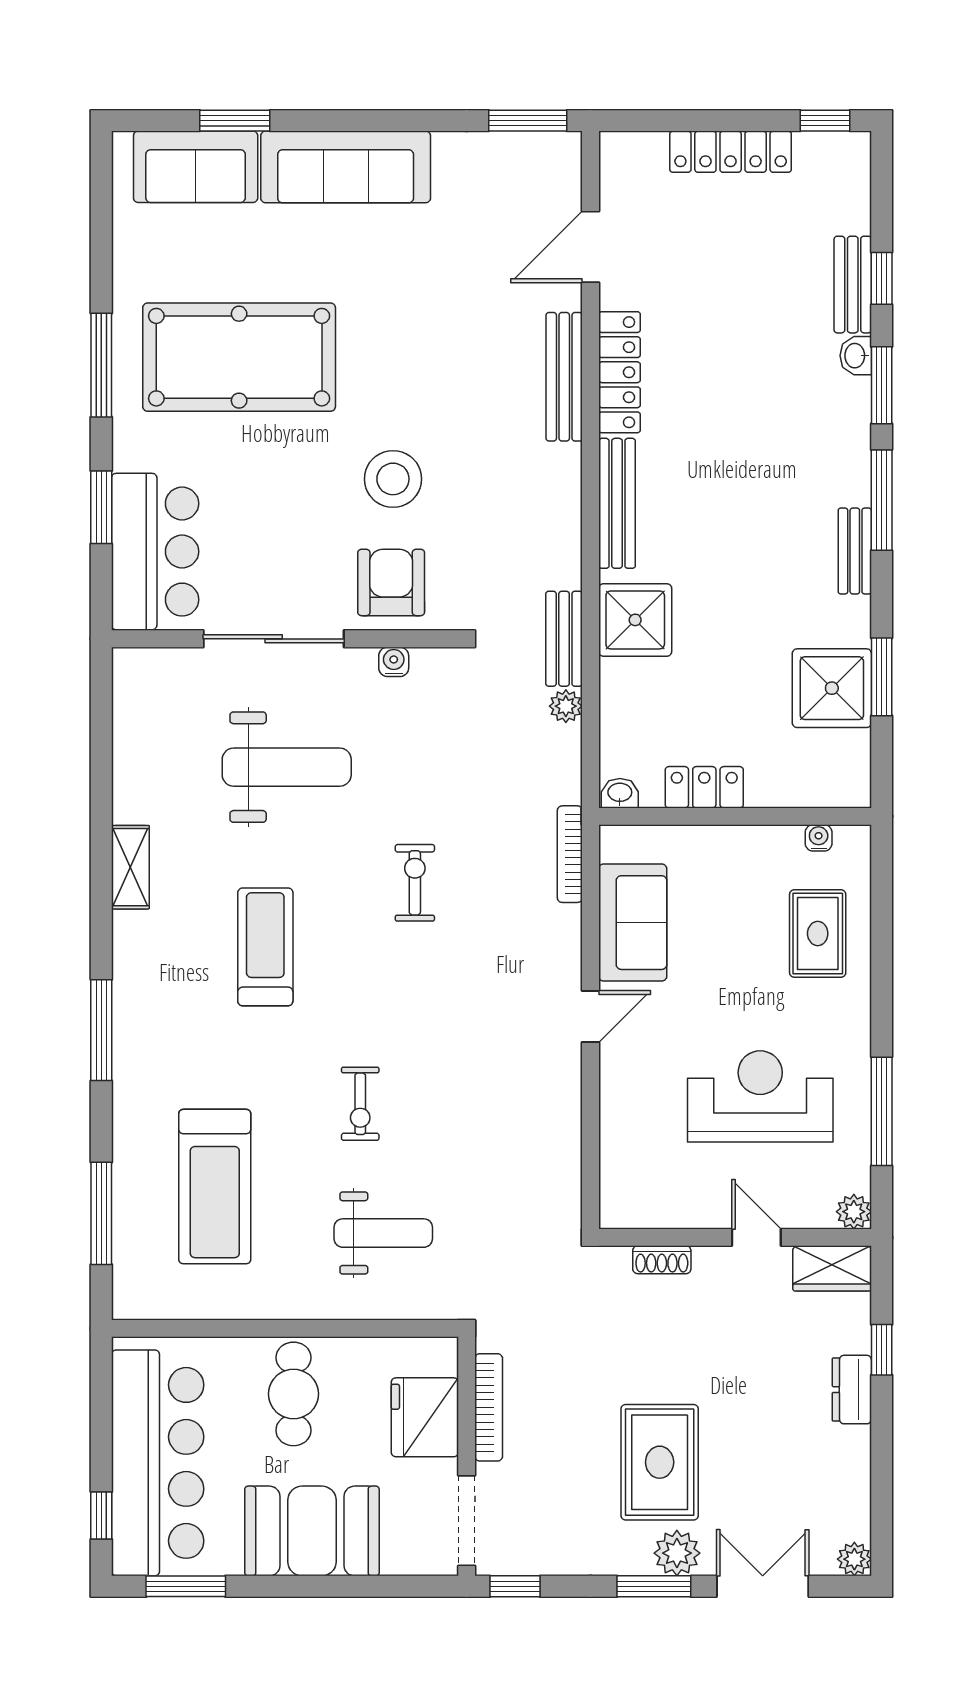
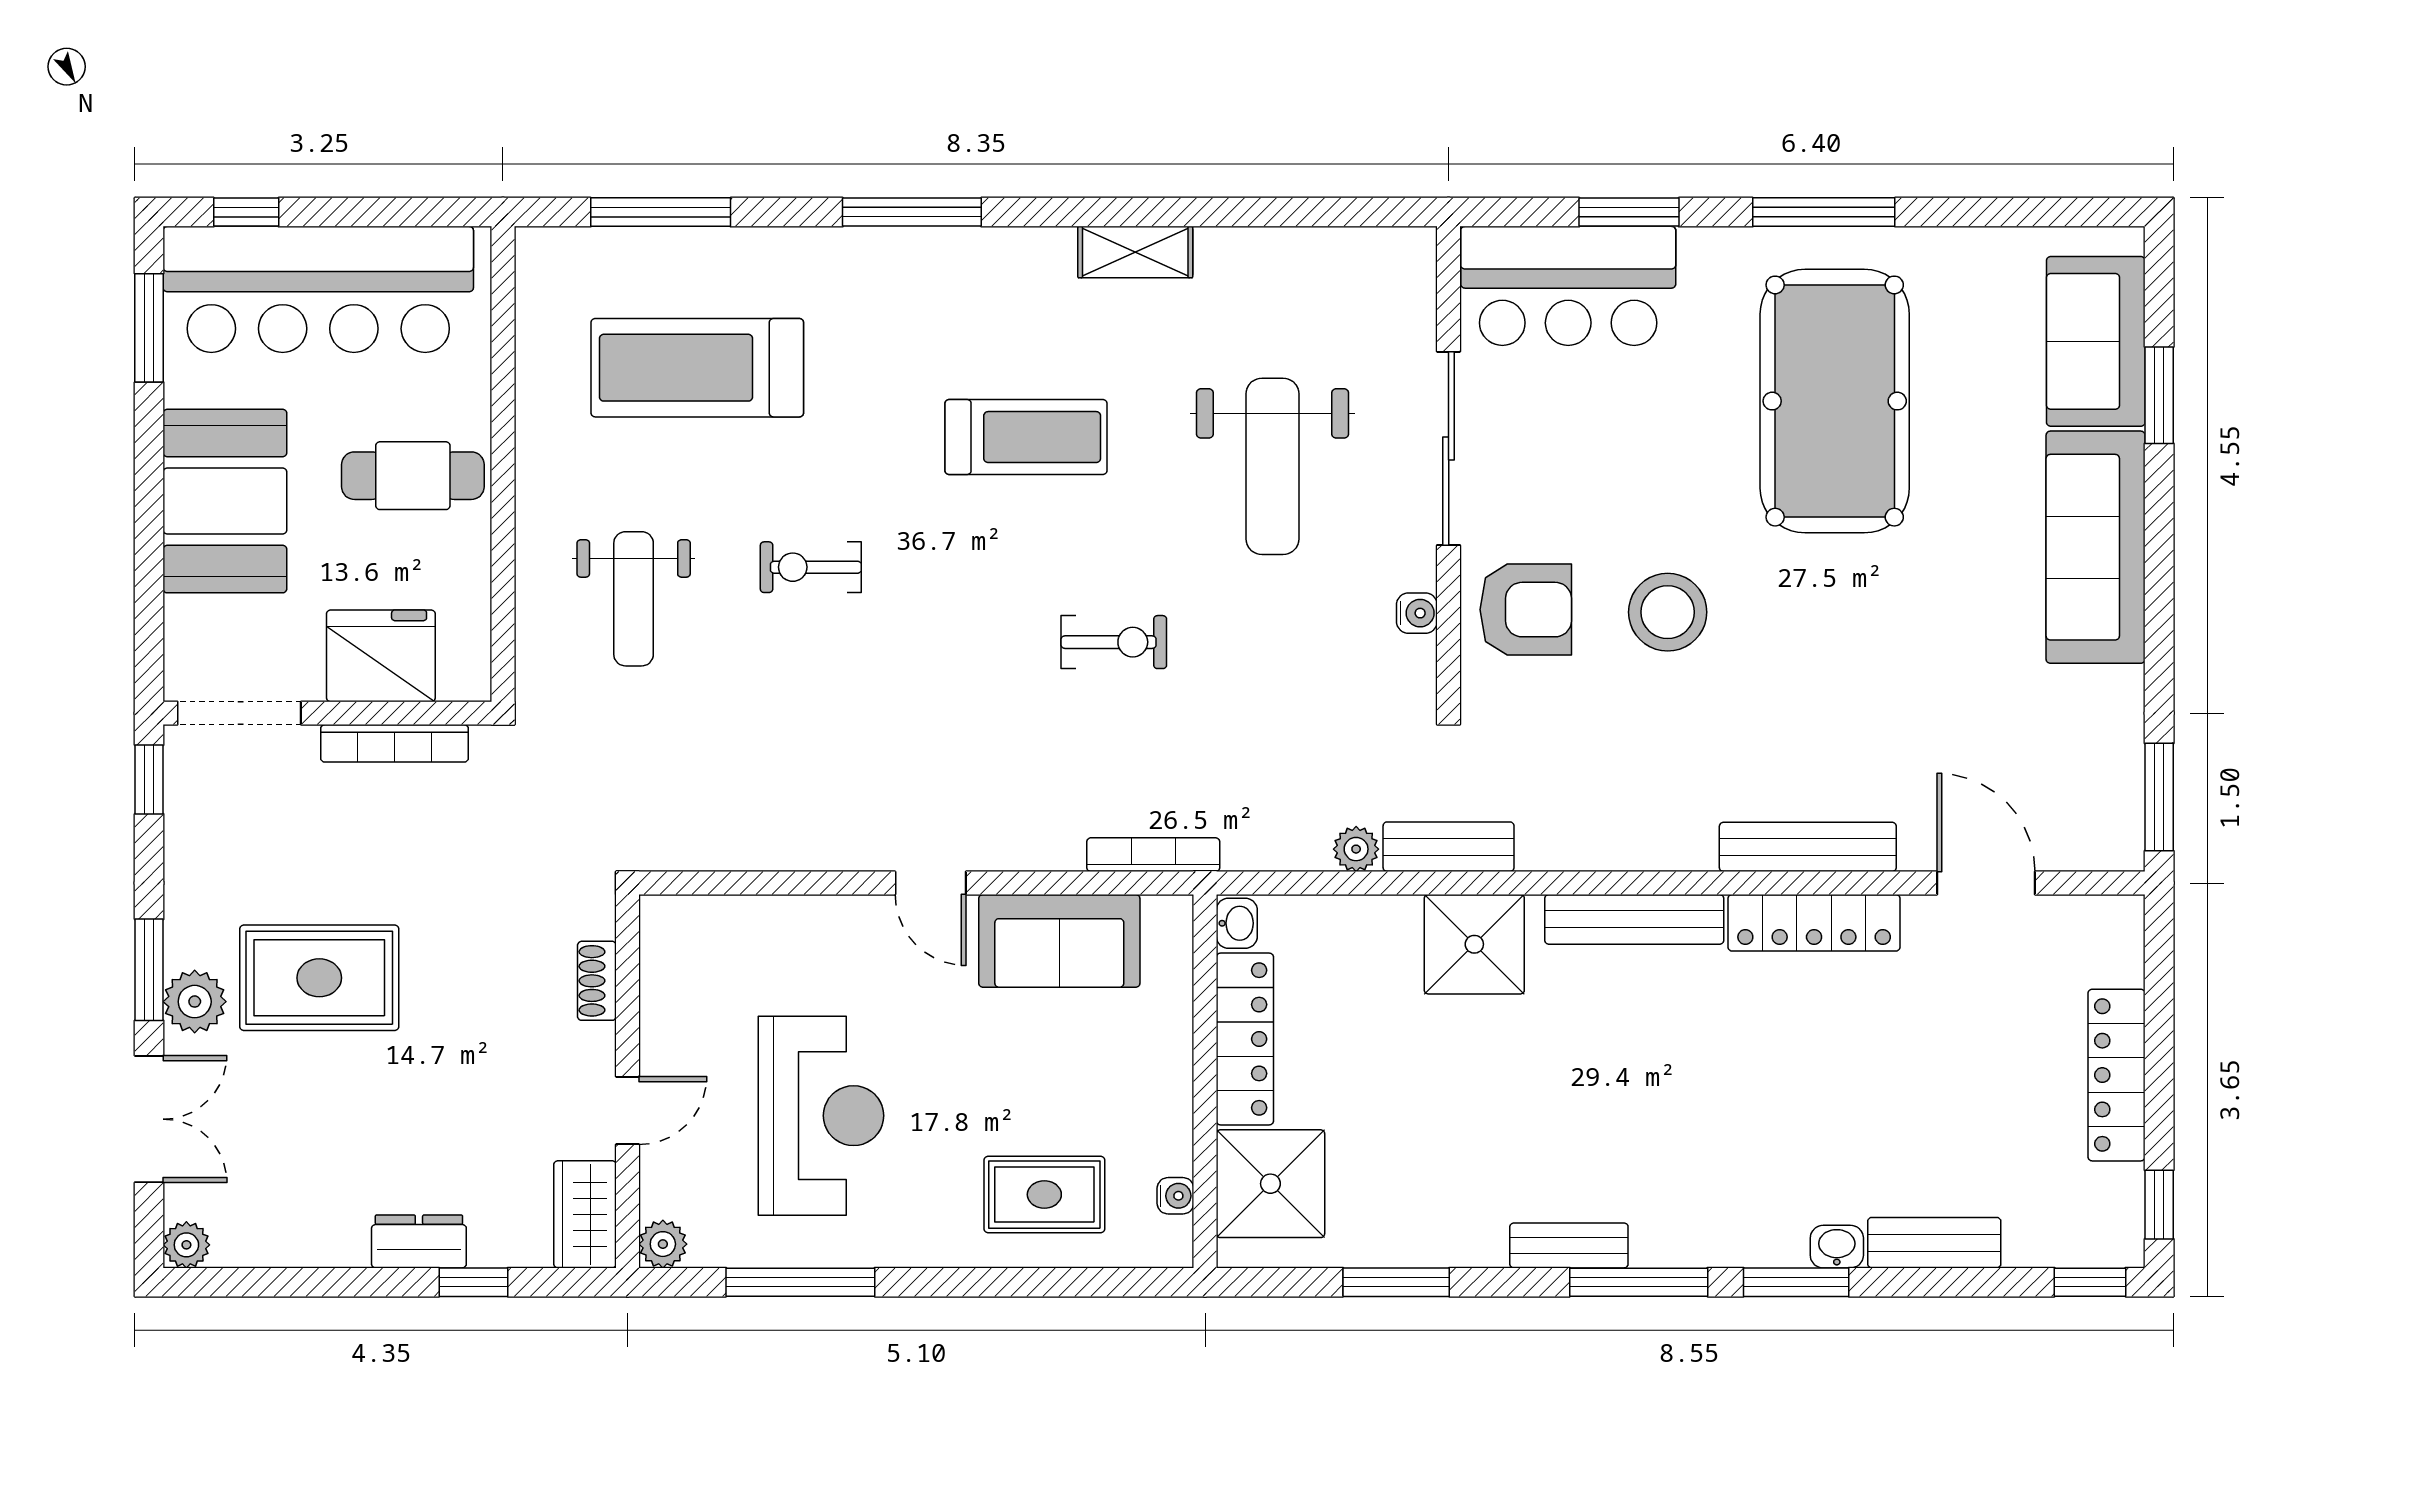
window: (882, 278) -> (2090, 1282), moved
shower: (832, 688) -> (1270, 1184), moved
locker: (704, 787) -> (1245, 1039), width x1.53

